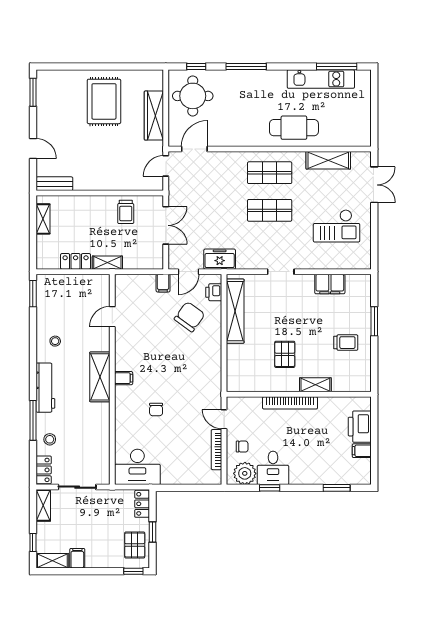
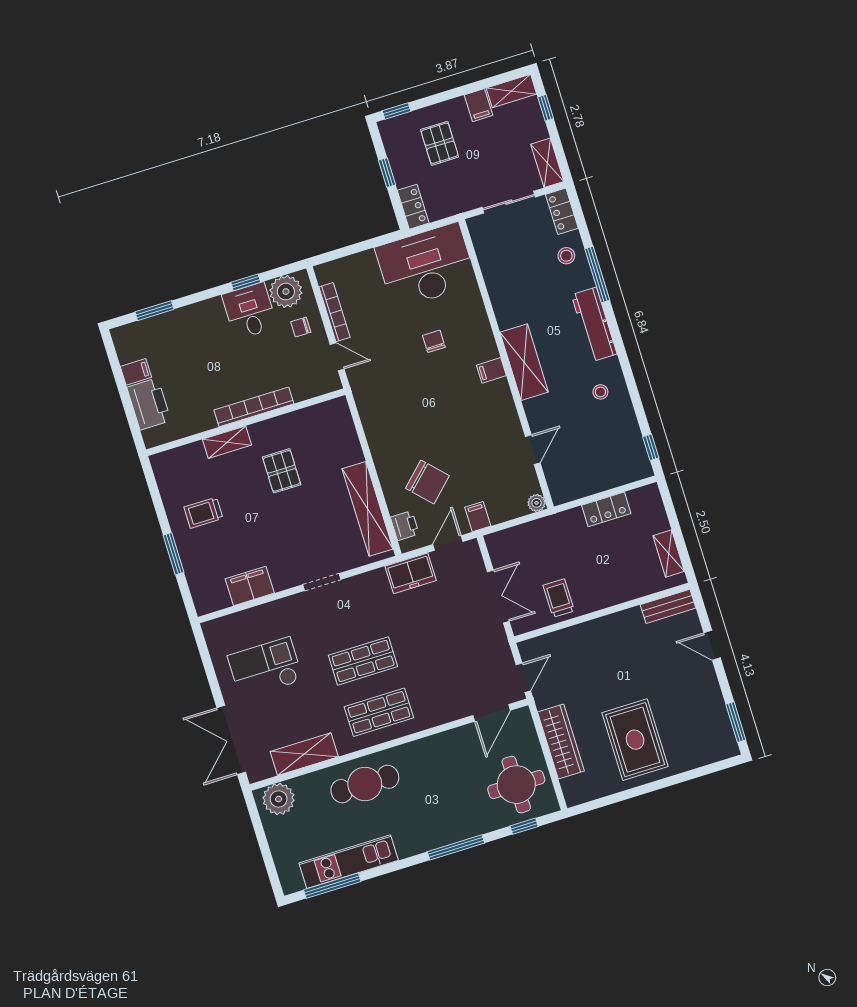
plant: (355, 135) -> (279, 799), added
double door: (374, 185) -> (231, 740), width x1.37
double door: (166, 225) -> (498, 597), swing flipped
shelving: (107, 263) -> (562, 521), removed
plant: (121, 280) -> (537, 503), added
window: (33, 294) -> (651, 447), width x0.67
chair: (190, 317) -> (427, 482), turned -80
desk: (137, 467) -> (426, 266), width x1.36, depth x1.30
pallet: (135, 545) -> (440, 143), moved

